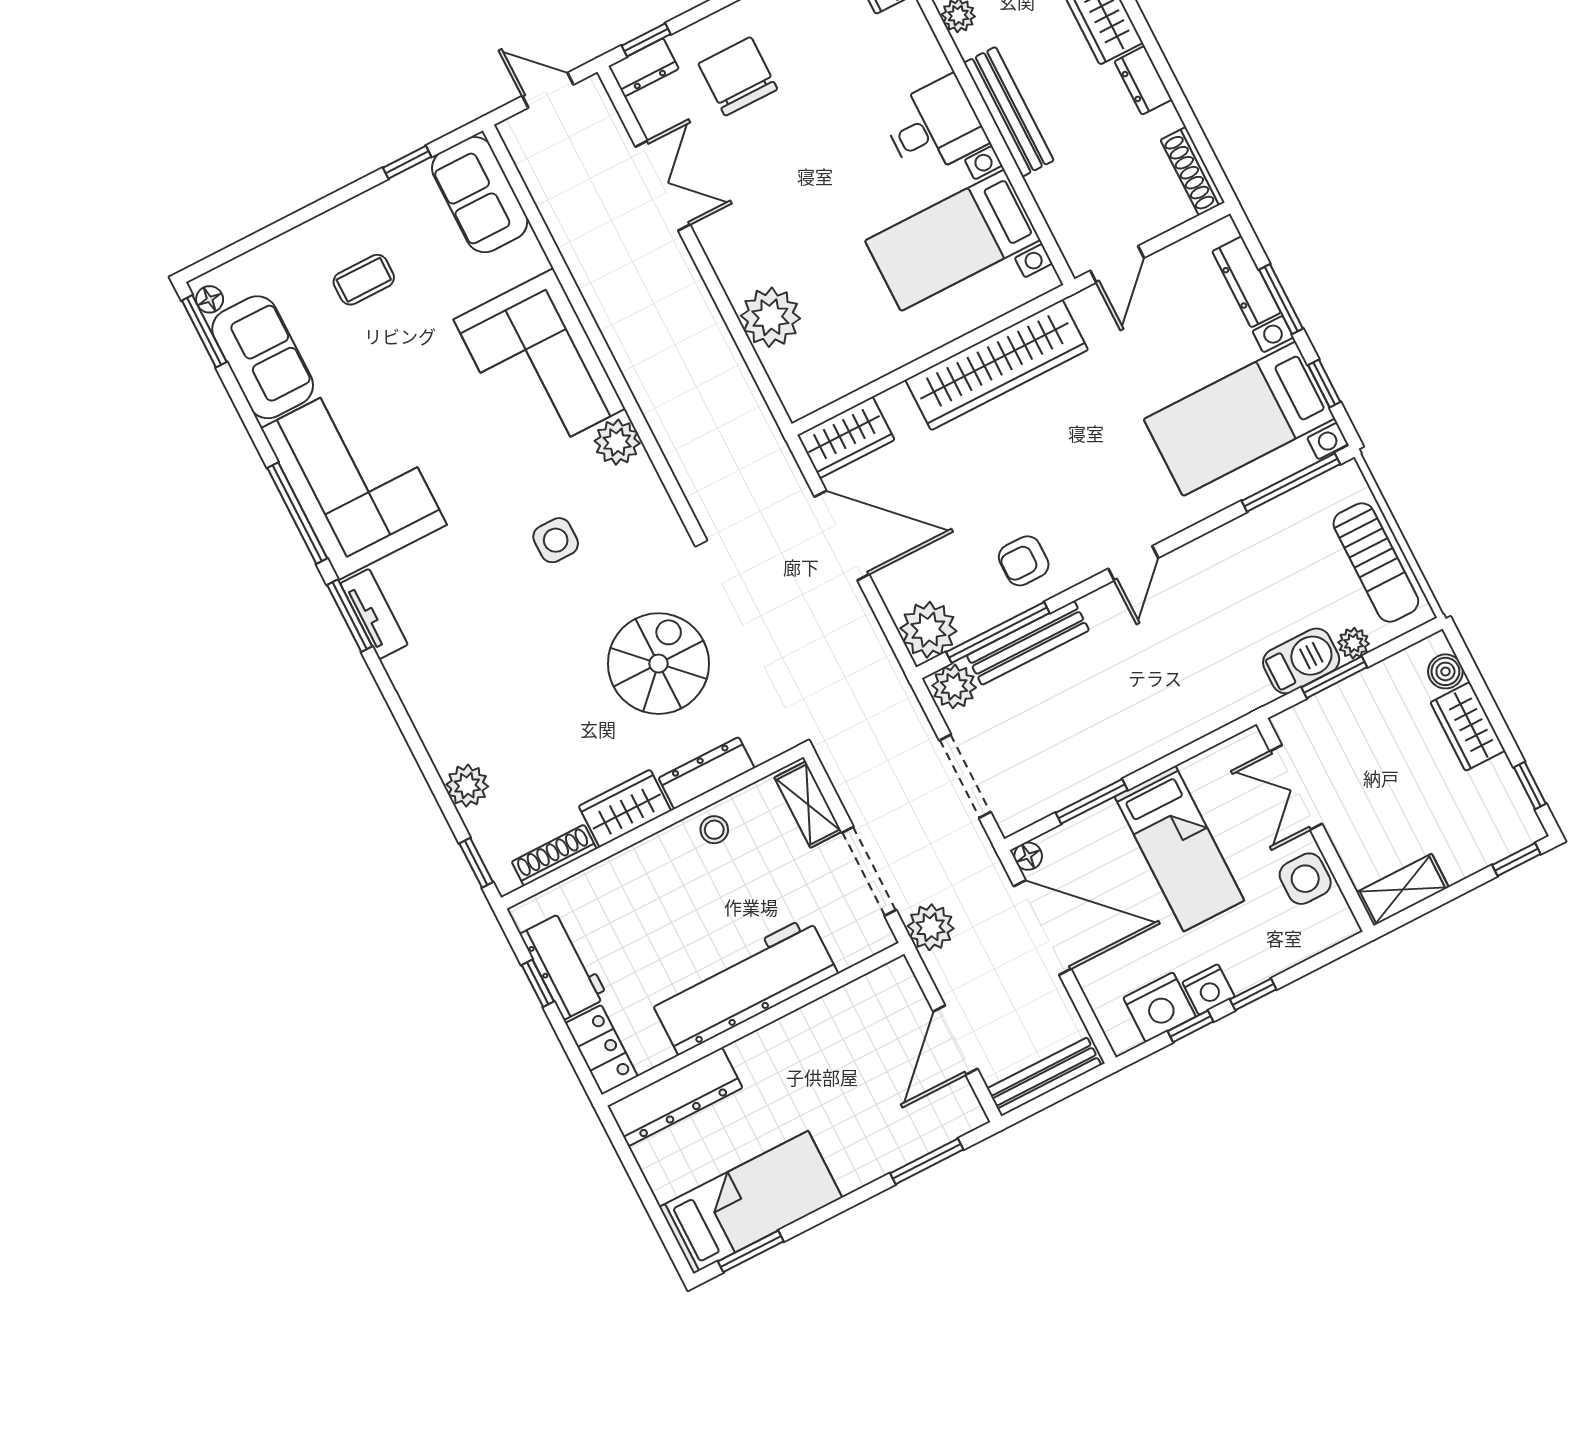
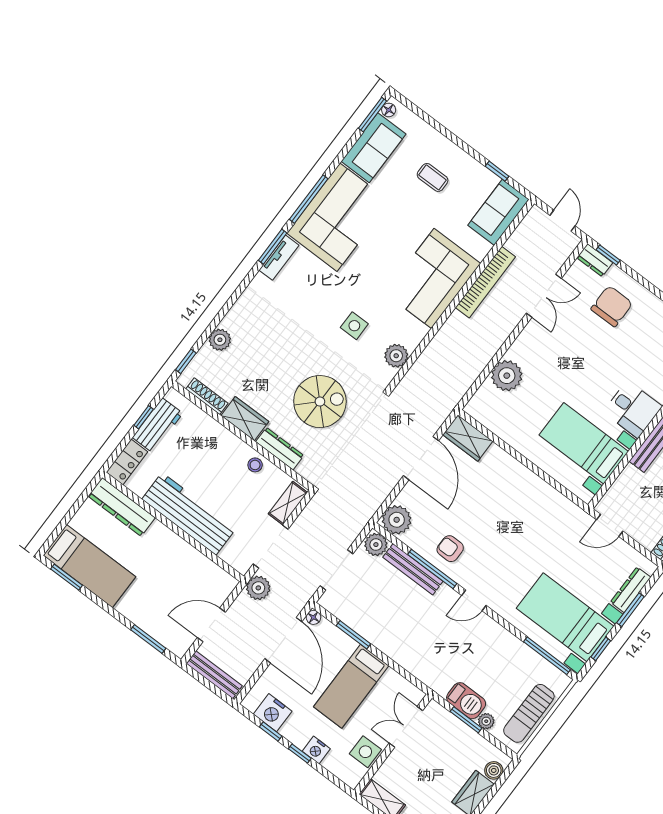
bookcase: (590, 276) -> (485, 282), added
wardrobe: (997, 365) -> (536, 492), removed
plant: (617, 442) -> (396, 356), moved
window: (998, 633) -> (432, 569), moved
nightstand: (1208, 989) -> (316, 750), moved

